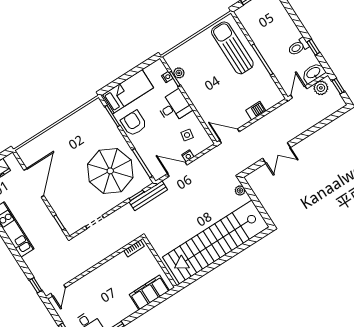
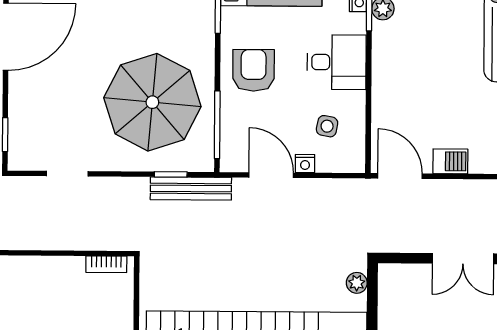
barbecue: (256, 111) -> (450, 161), moved
armchair: (134, 123) -> (254, 70), moved

